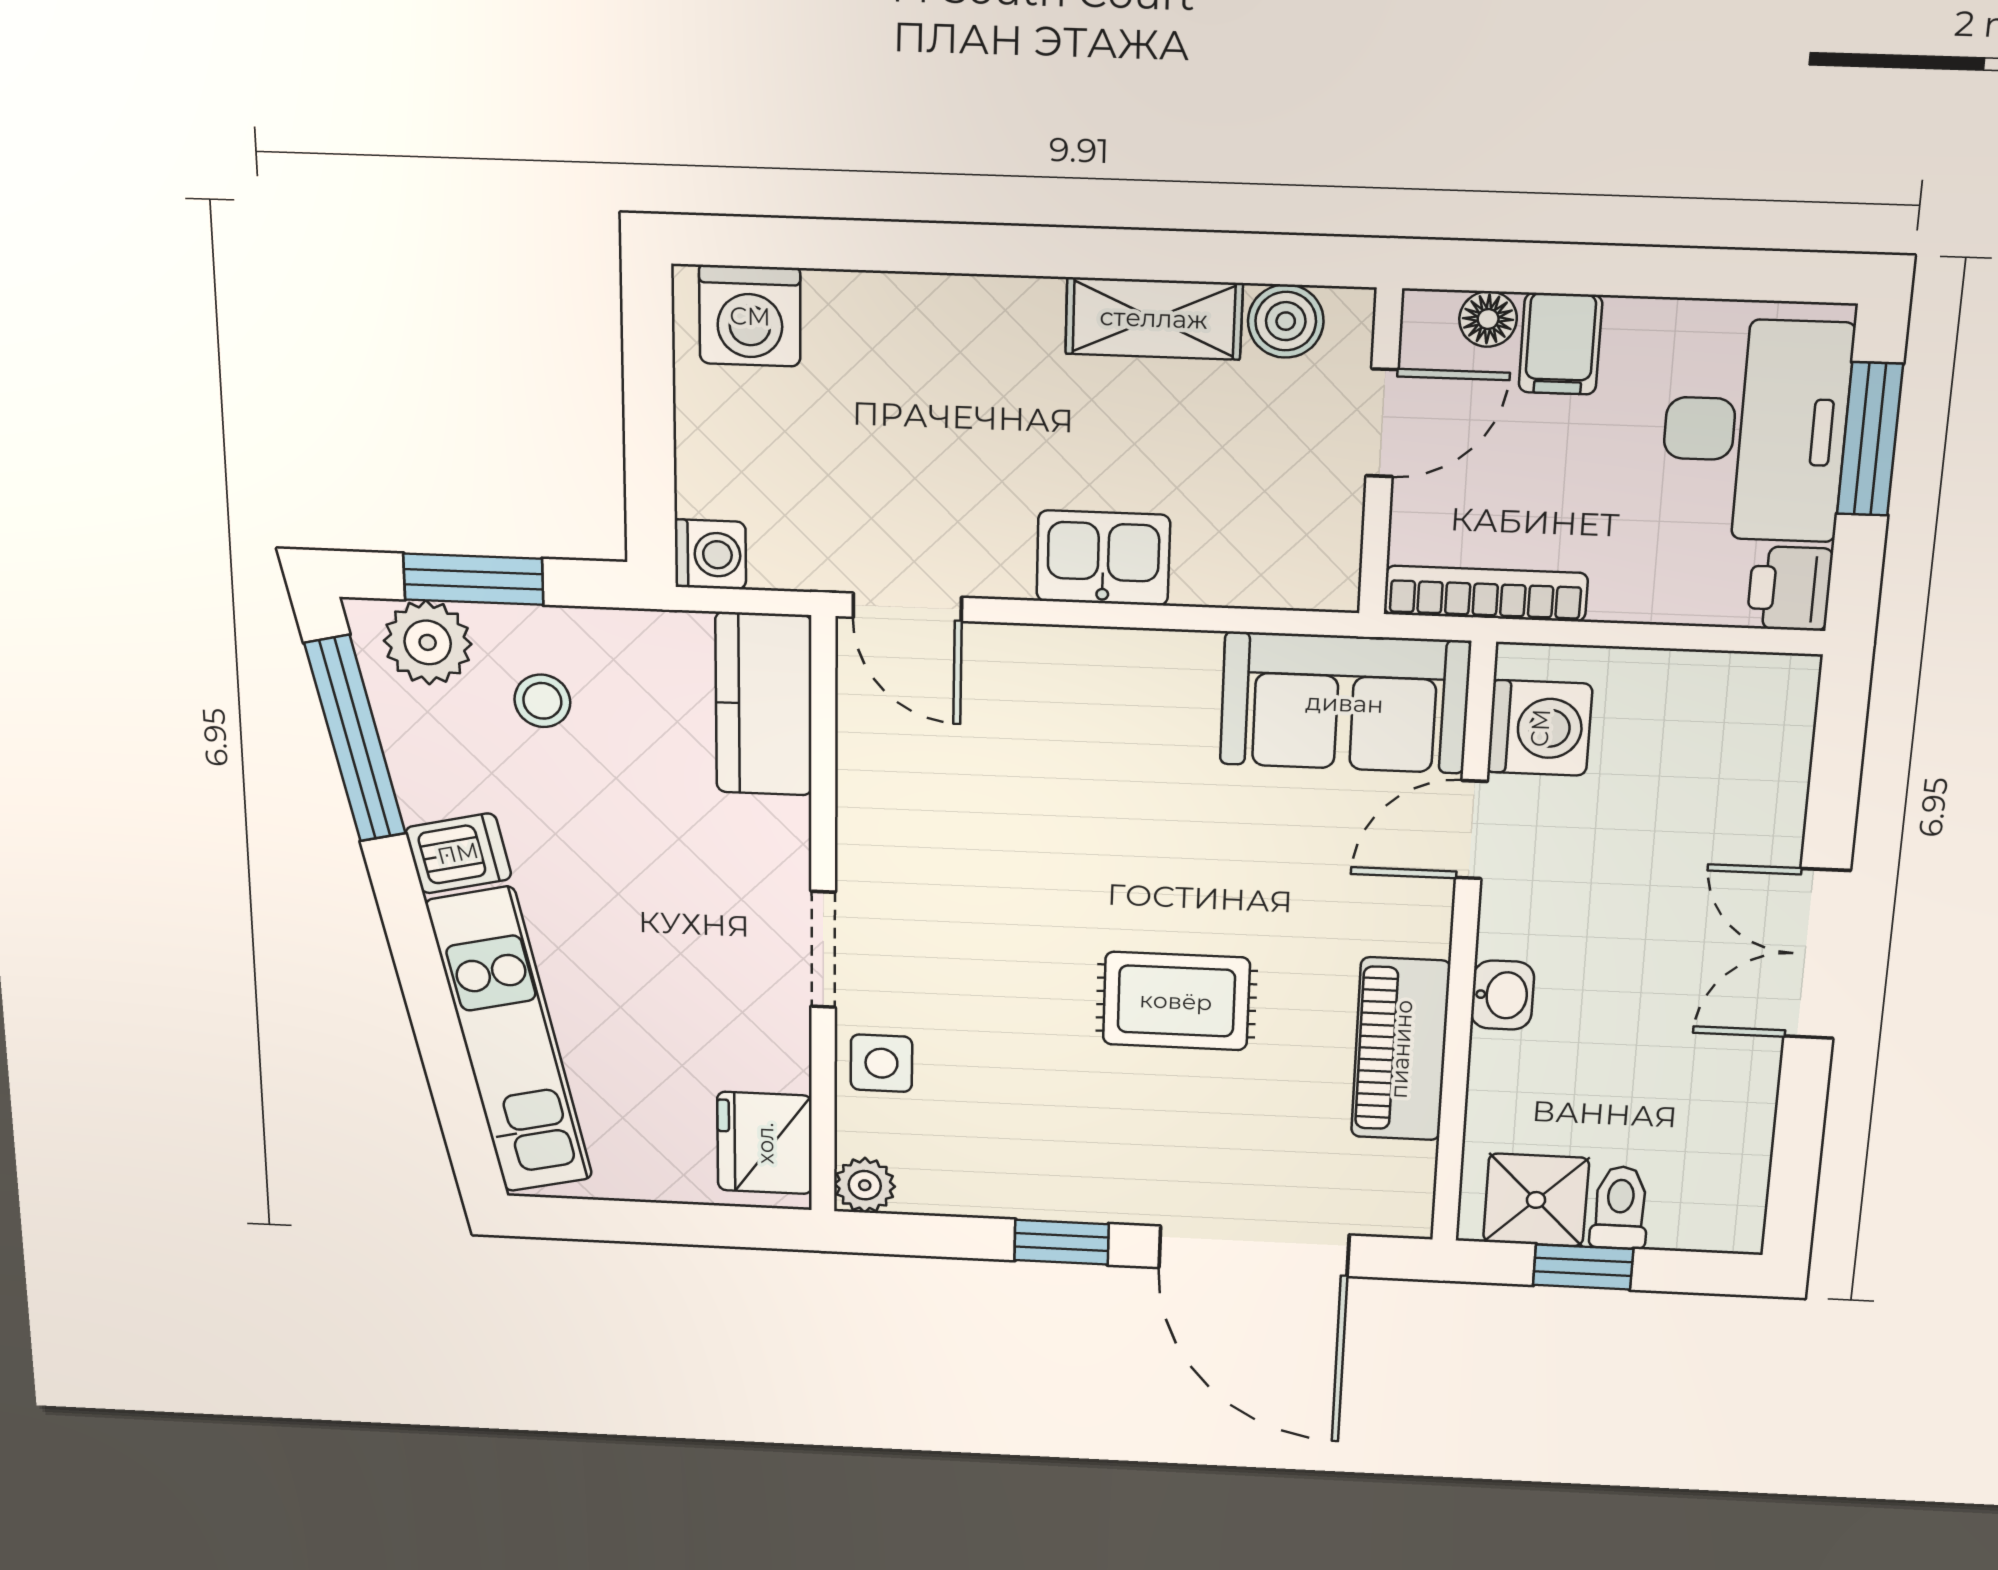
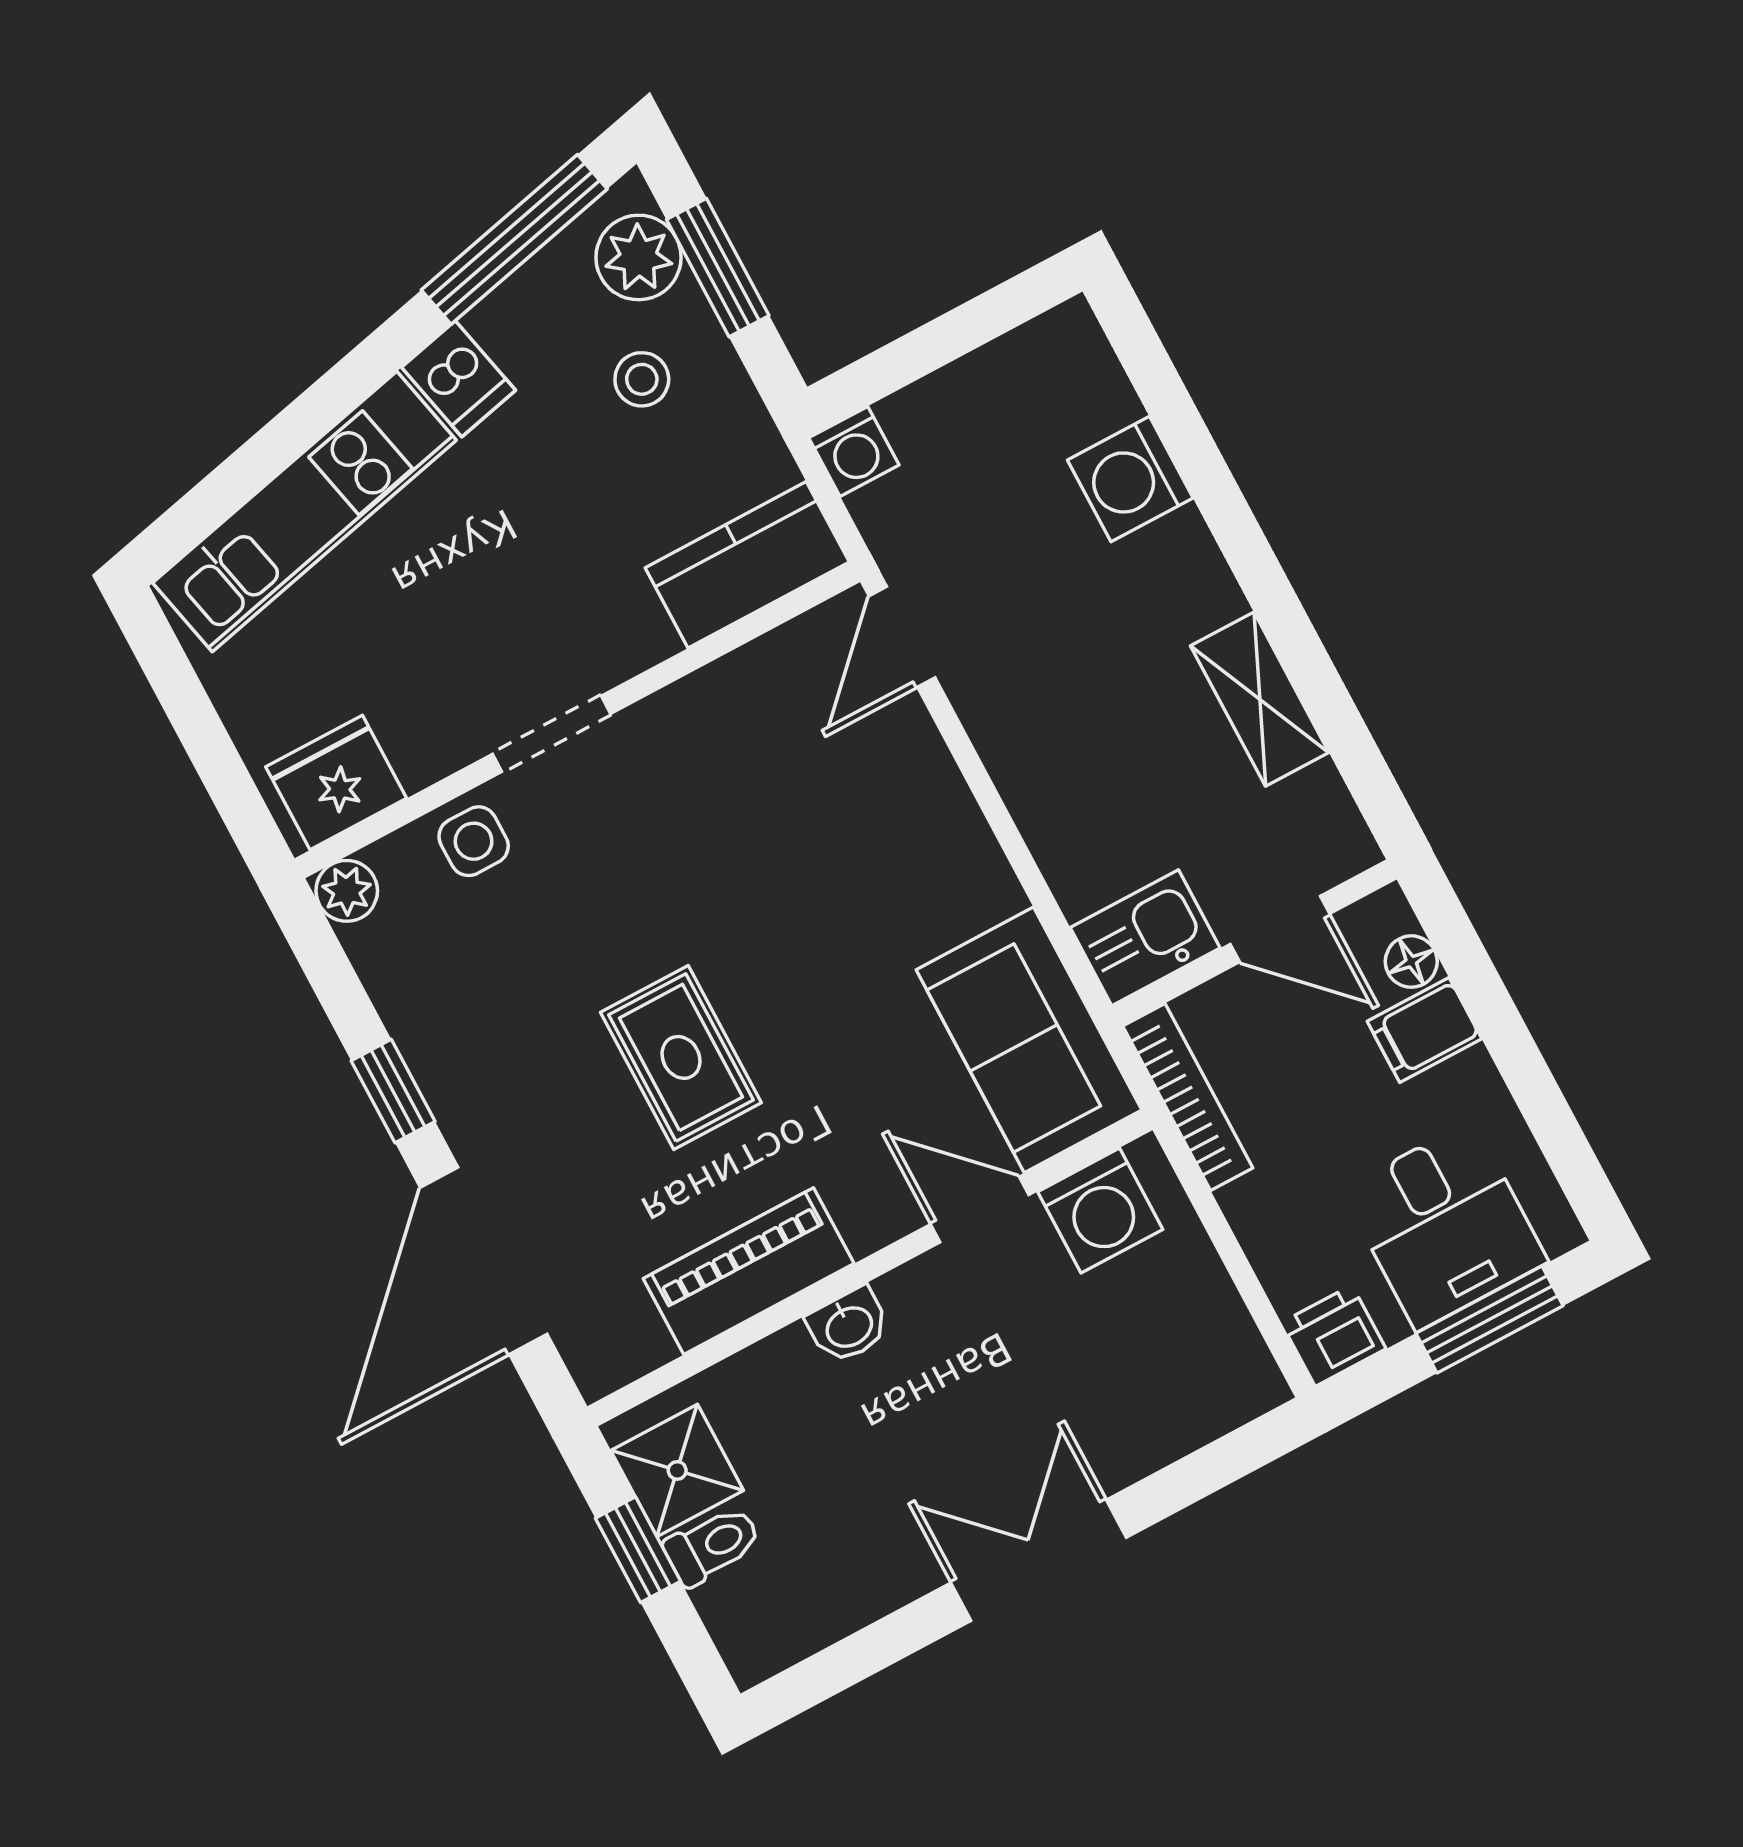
washing machine: (750, 316) -> (1130, 479), moved
boiler: (1286, 321) -> (1318, 804), removed
desk: (1755, 430) -> (1444, 1226), width x0.73
kitchen sink: (1103, 558) -> (1145, 938), moved, turned -90

